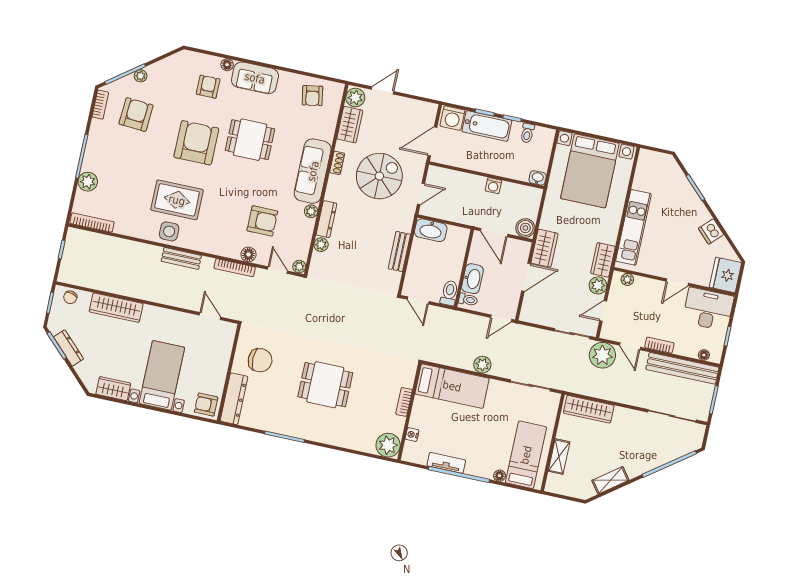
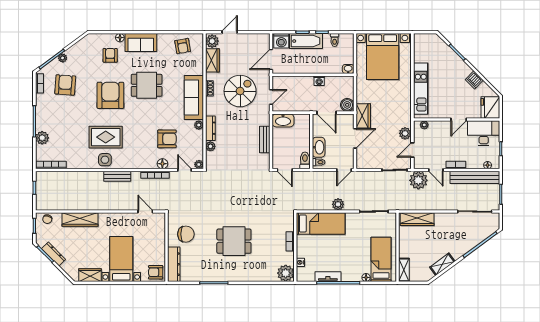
wardrobe: (603, 260) -> (405, 115), removed
shelving: (559, 457) -> (404, 270), moved

